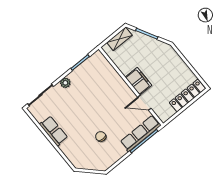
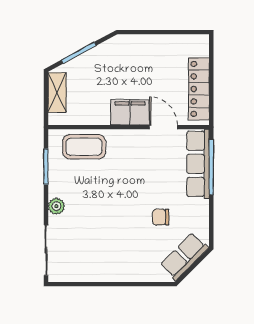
coffee table: (104, 73) -> (84, 147), added
locker: (187, 96) -> (199, 89), moved
door: (144, 103) -> (163, 127), swing flipped
row of seats: (54, 131) -> (184, 256), moved, turned -45

